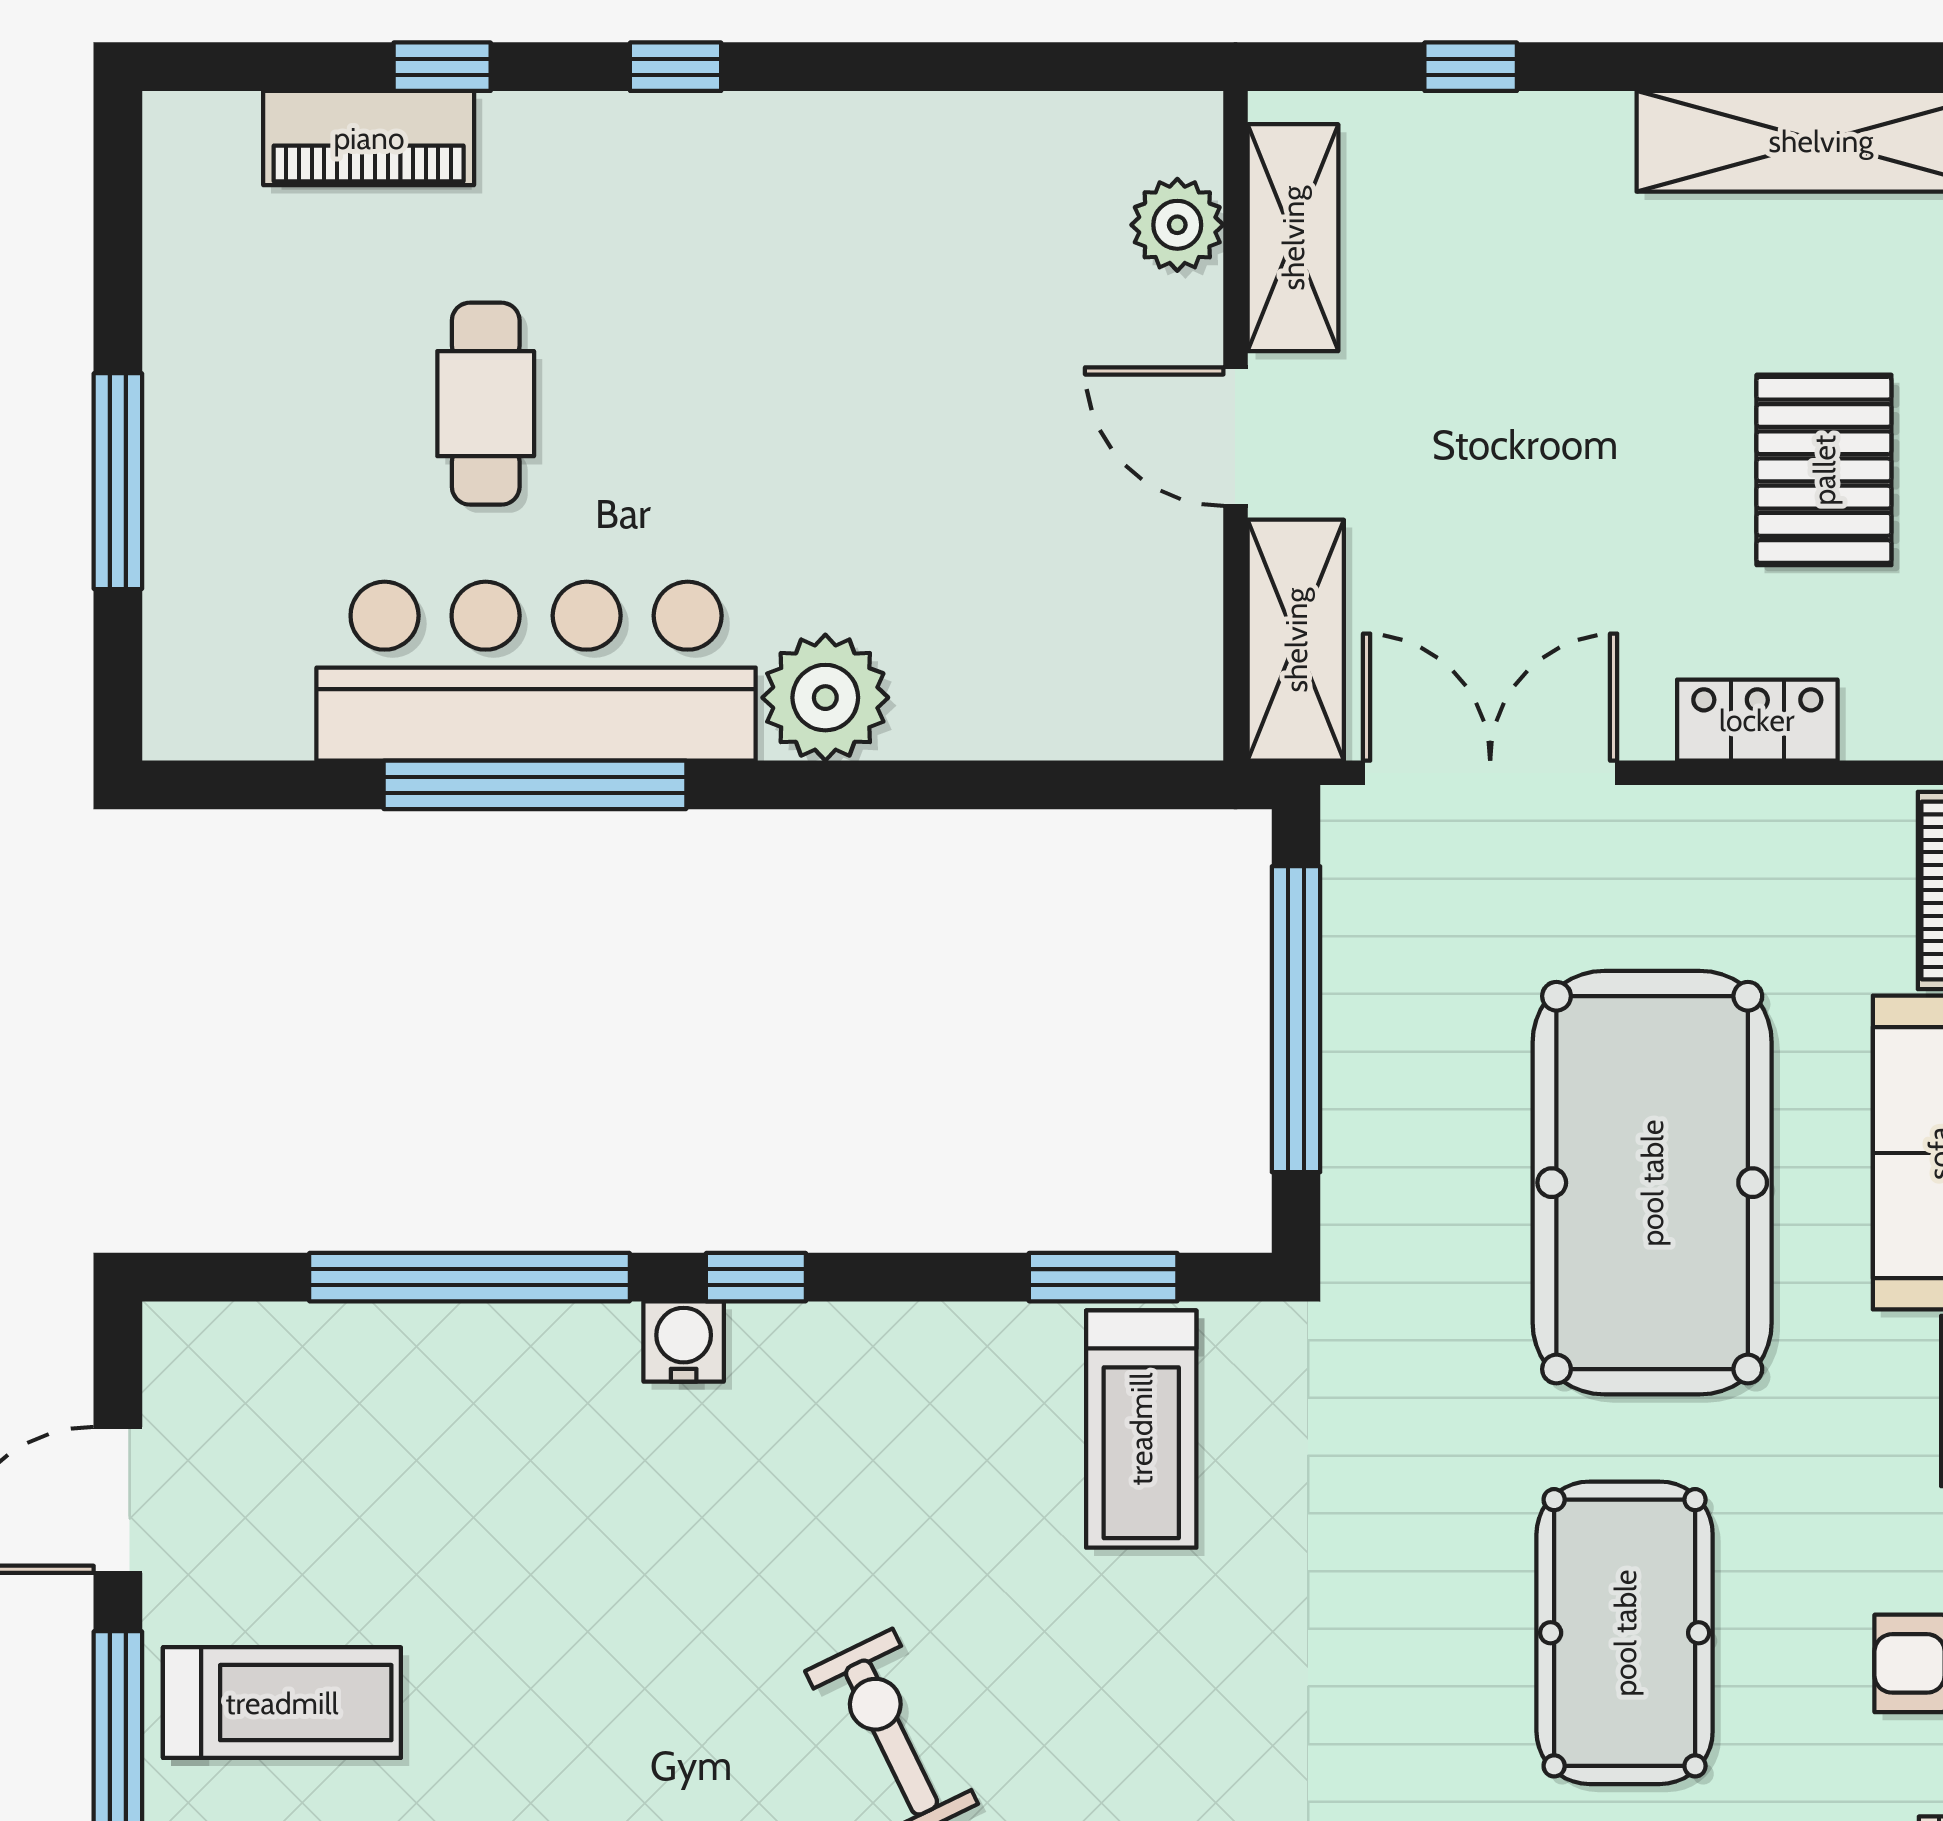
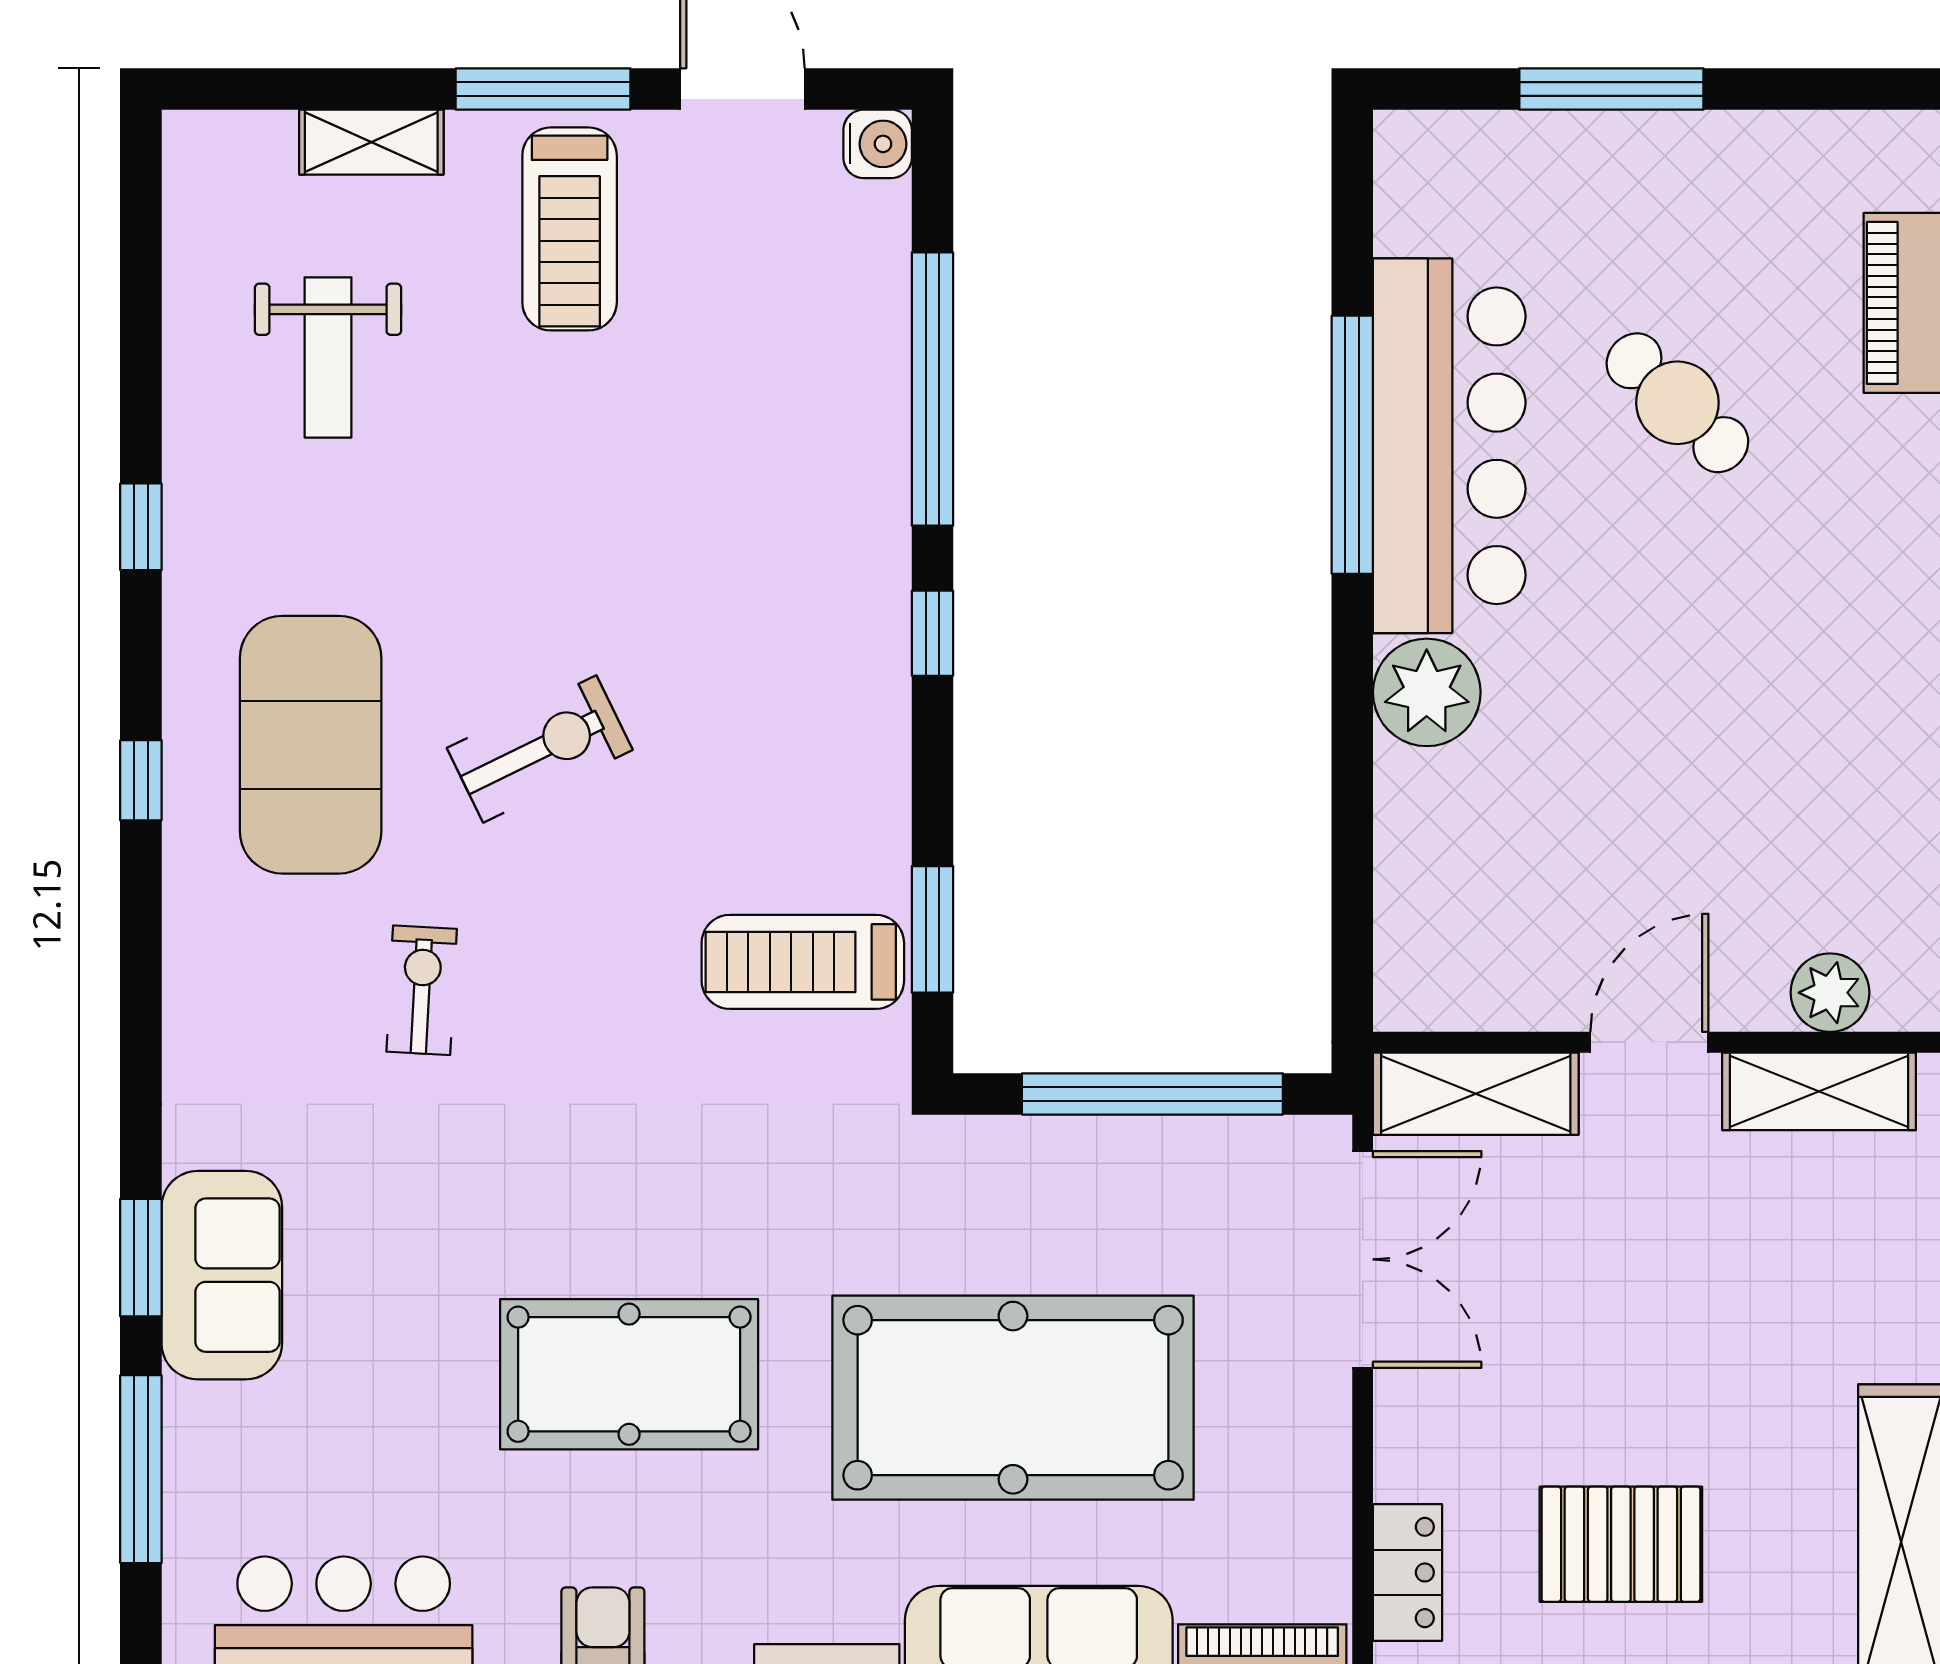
cafe table: (486, 404) -> (1677, 403), turned 44
locker: (1757, 720) -> (1408, 1572), moved
water cooler: (684, 1341) -> (878, 144), moved

